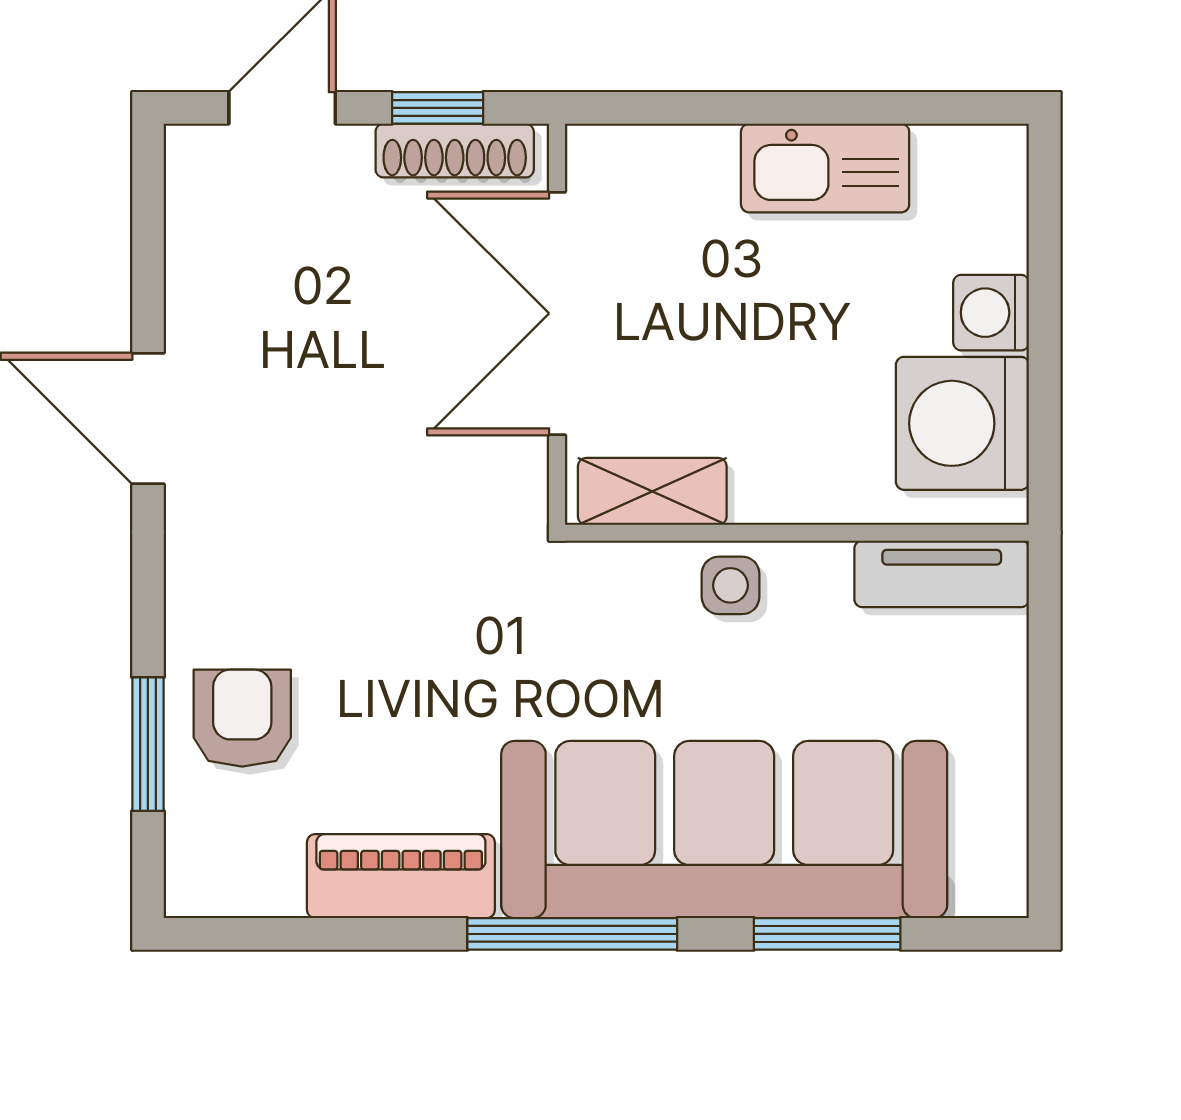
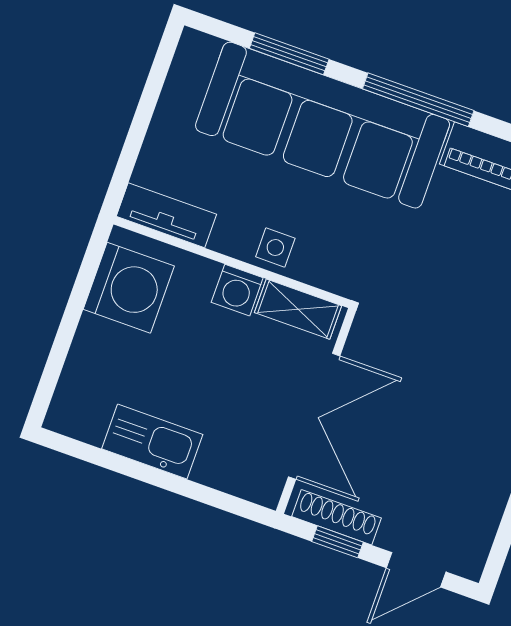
washing machine: (991, 313) -> (237, 290), moved, turned 90

